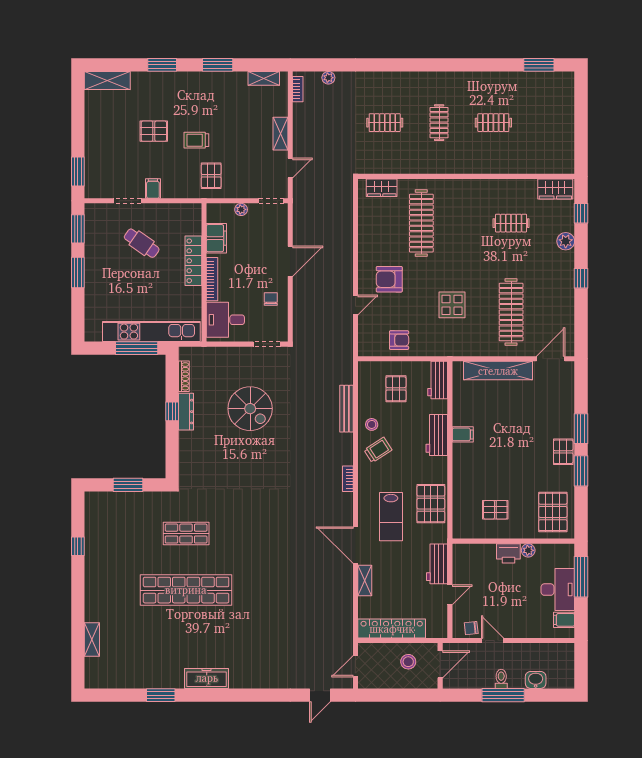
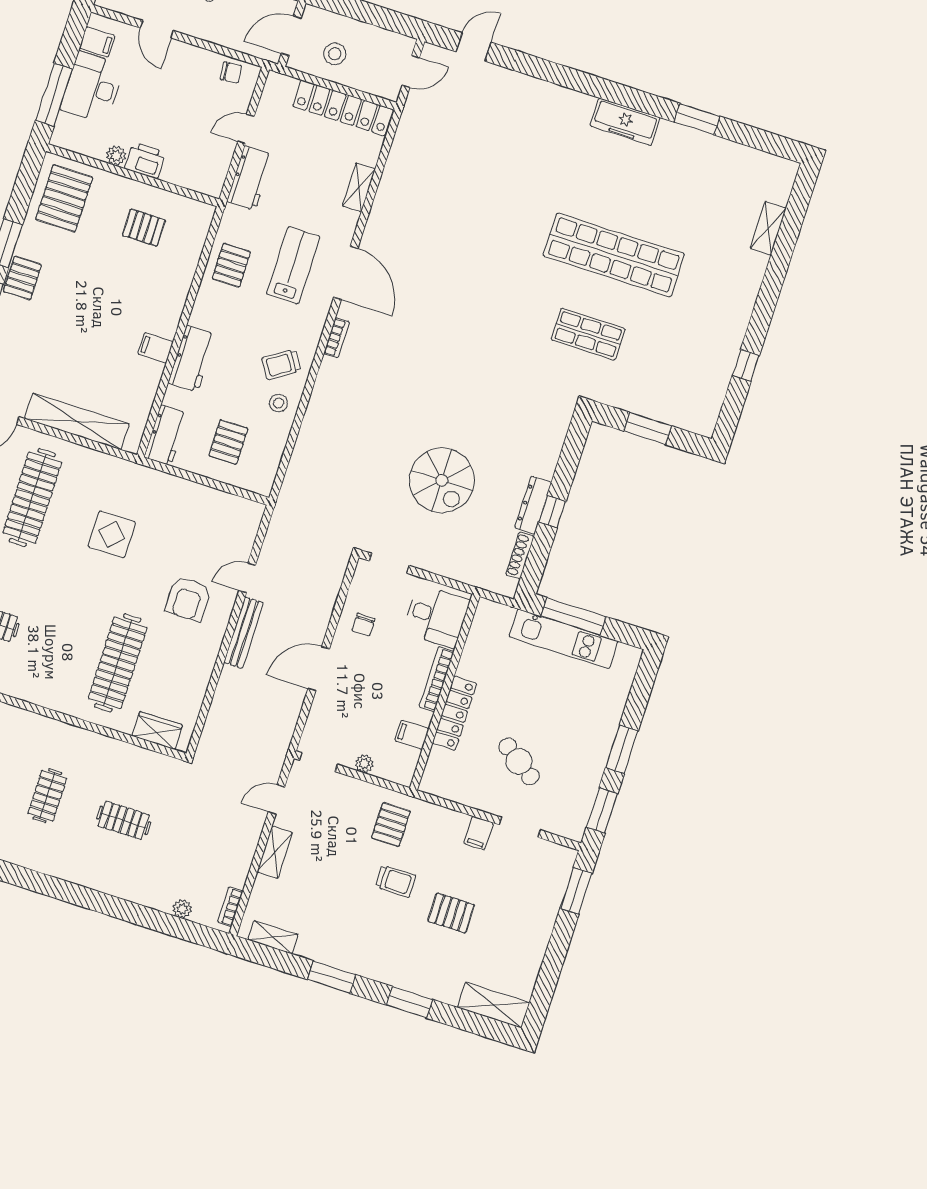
filing cabinet: (216, 238) -> (412, 735), width x0.50
armchair: (389, 279) -> (188, 599), turned 90
kitchen unit: (151, 332) -> (564, 639), width x0.73
armchair: (399, 340) -> (202, 509), removed
spiral stairs: (250, 409) -> (442, 480), turned 180
bench: (346, 409) -> (244, 633), moved
pallet: (431, 504) -> (231, 265), width x0.67, depth x0.71
door: (355, 545) -> (346, 273), moved
door: (492, 641) -> (157, 29), moved

